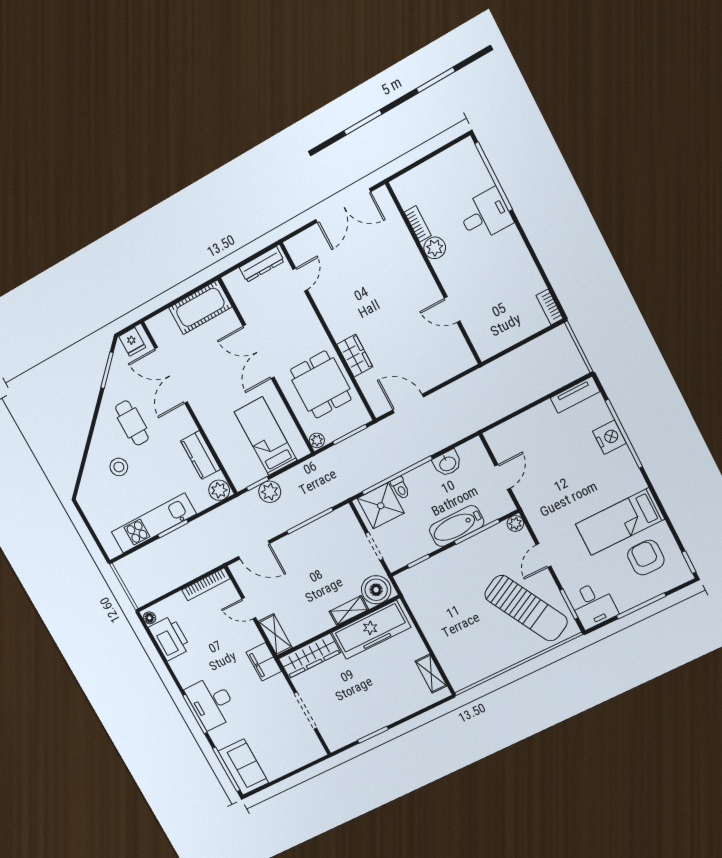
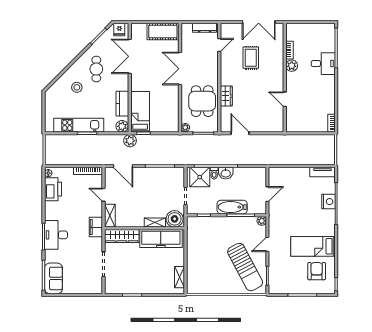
rug: (361, 272) -> (251, 58), added
bed: (266, 436) -> (140, 112), moved
washbasin: (447, 463) -> (226, 173), moved
plant: (270, 492) -> (130, 141), moved
desk: (593, 605) -> (279, 282), removed

